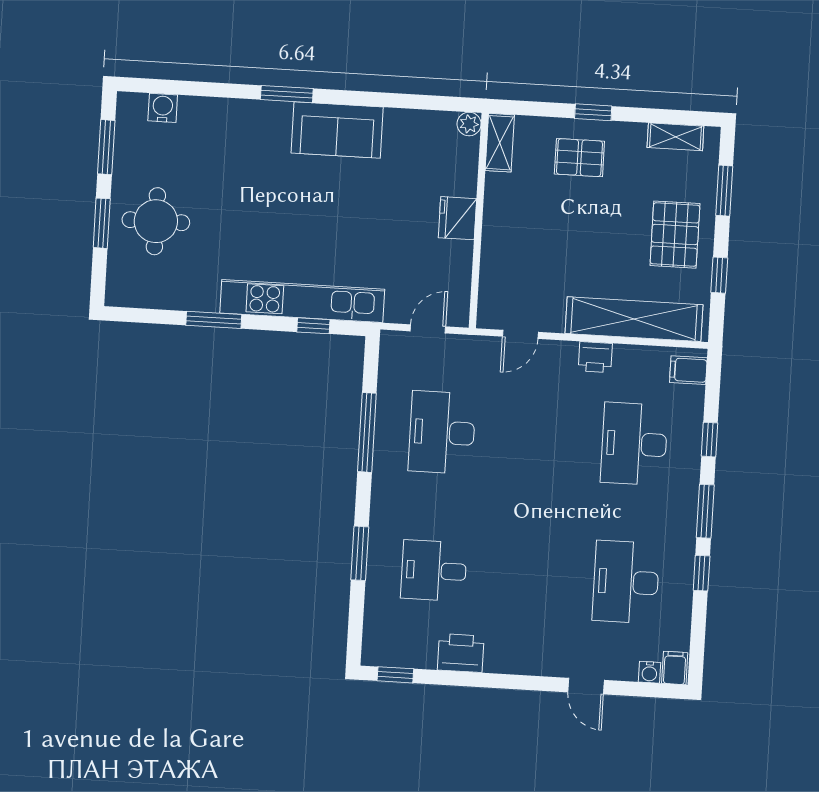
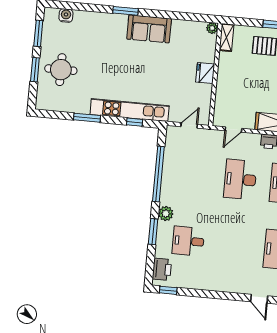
window: (367, 432) -> (158, 174), width x1.46
desk: (442, 432) -> (240, 179), moved
plant: (385, 515) -> (166, 214), added
printer: (461, 653) -> (162, 269), moved, turned 90

